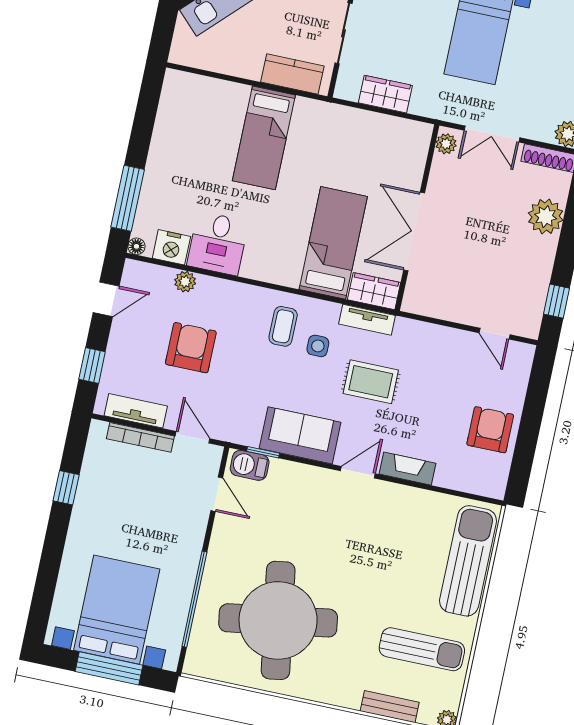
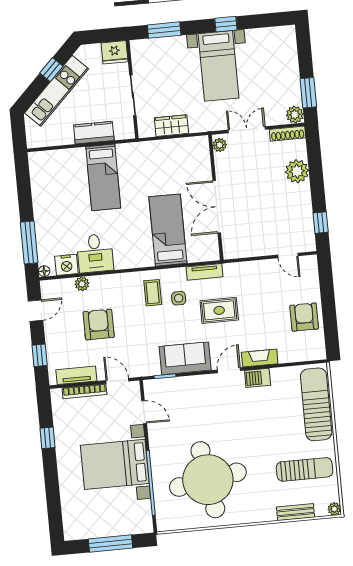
kitchen counter: (292, 74) -> (94, 133), moved
double door: (492, 134) -> (247, 130), swing flipped
wardrobe: (374, 291) -> (203, 252), removed
barbecue: (250, 465) -> (258, 378), moved
bed with nightstands: (117, 610) -> (115, 464), moved, turned -90

